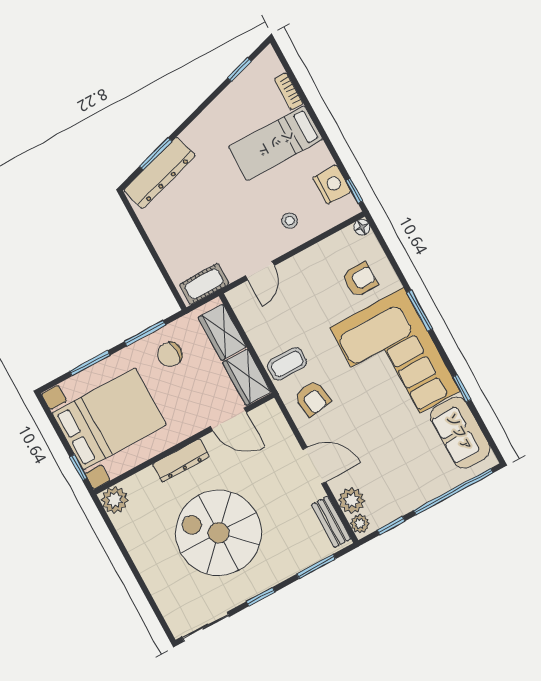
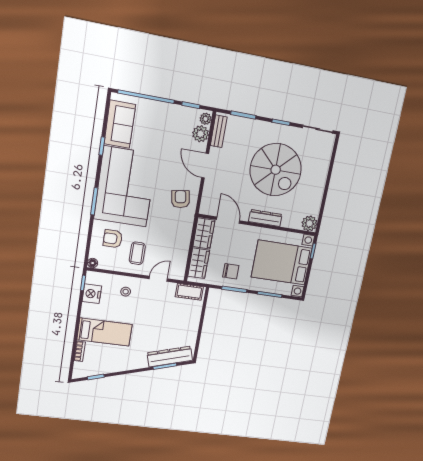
coffee table: (287, 364) -> (137, 253), moved, turned 90

